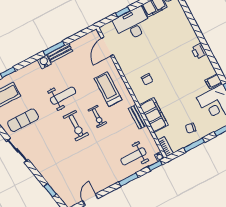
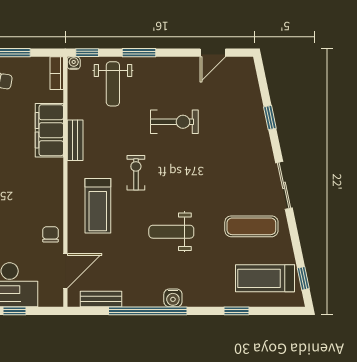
window: (54, 48) -> (148, 311), width x2.11
bench: (60, 53) -> (101, 299), moved
chair: (147, 79) -> (50, 234), moved
exercise bike: (76, 126) -> (174, 122), moved, turned 90
weight bench: (133, 156) -> (113, 84), turned 90
window: (50, 190) -> (270, 118), moved

